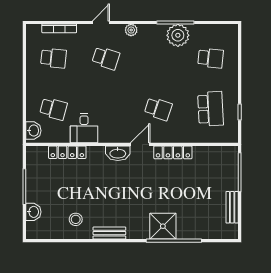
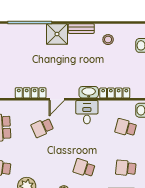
school desk: (158, 109) -> (42, 128), turned -42
desk: (84, 128) -> (87, 112), moved
washbasin: (118, 153) -> (89, 92), moved
shower: (163, 226) -> (57, 34), moved

